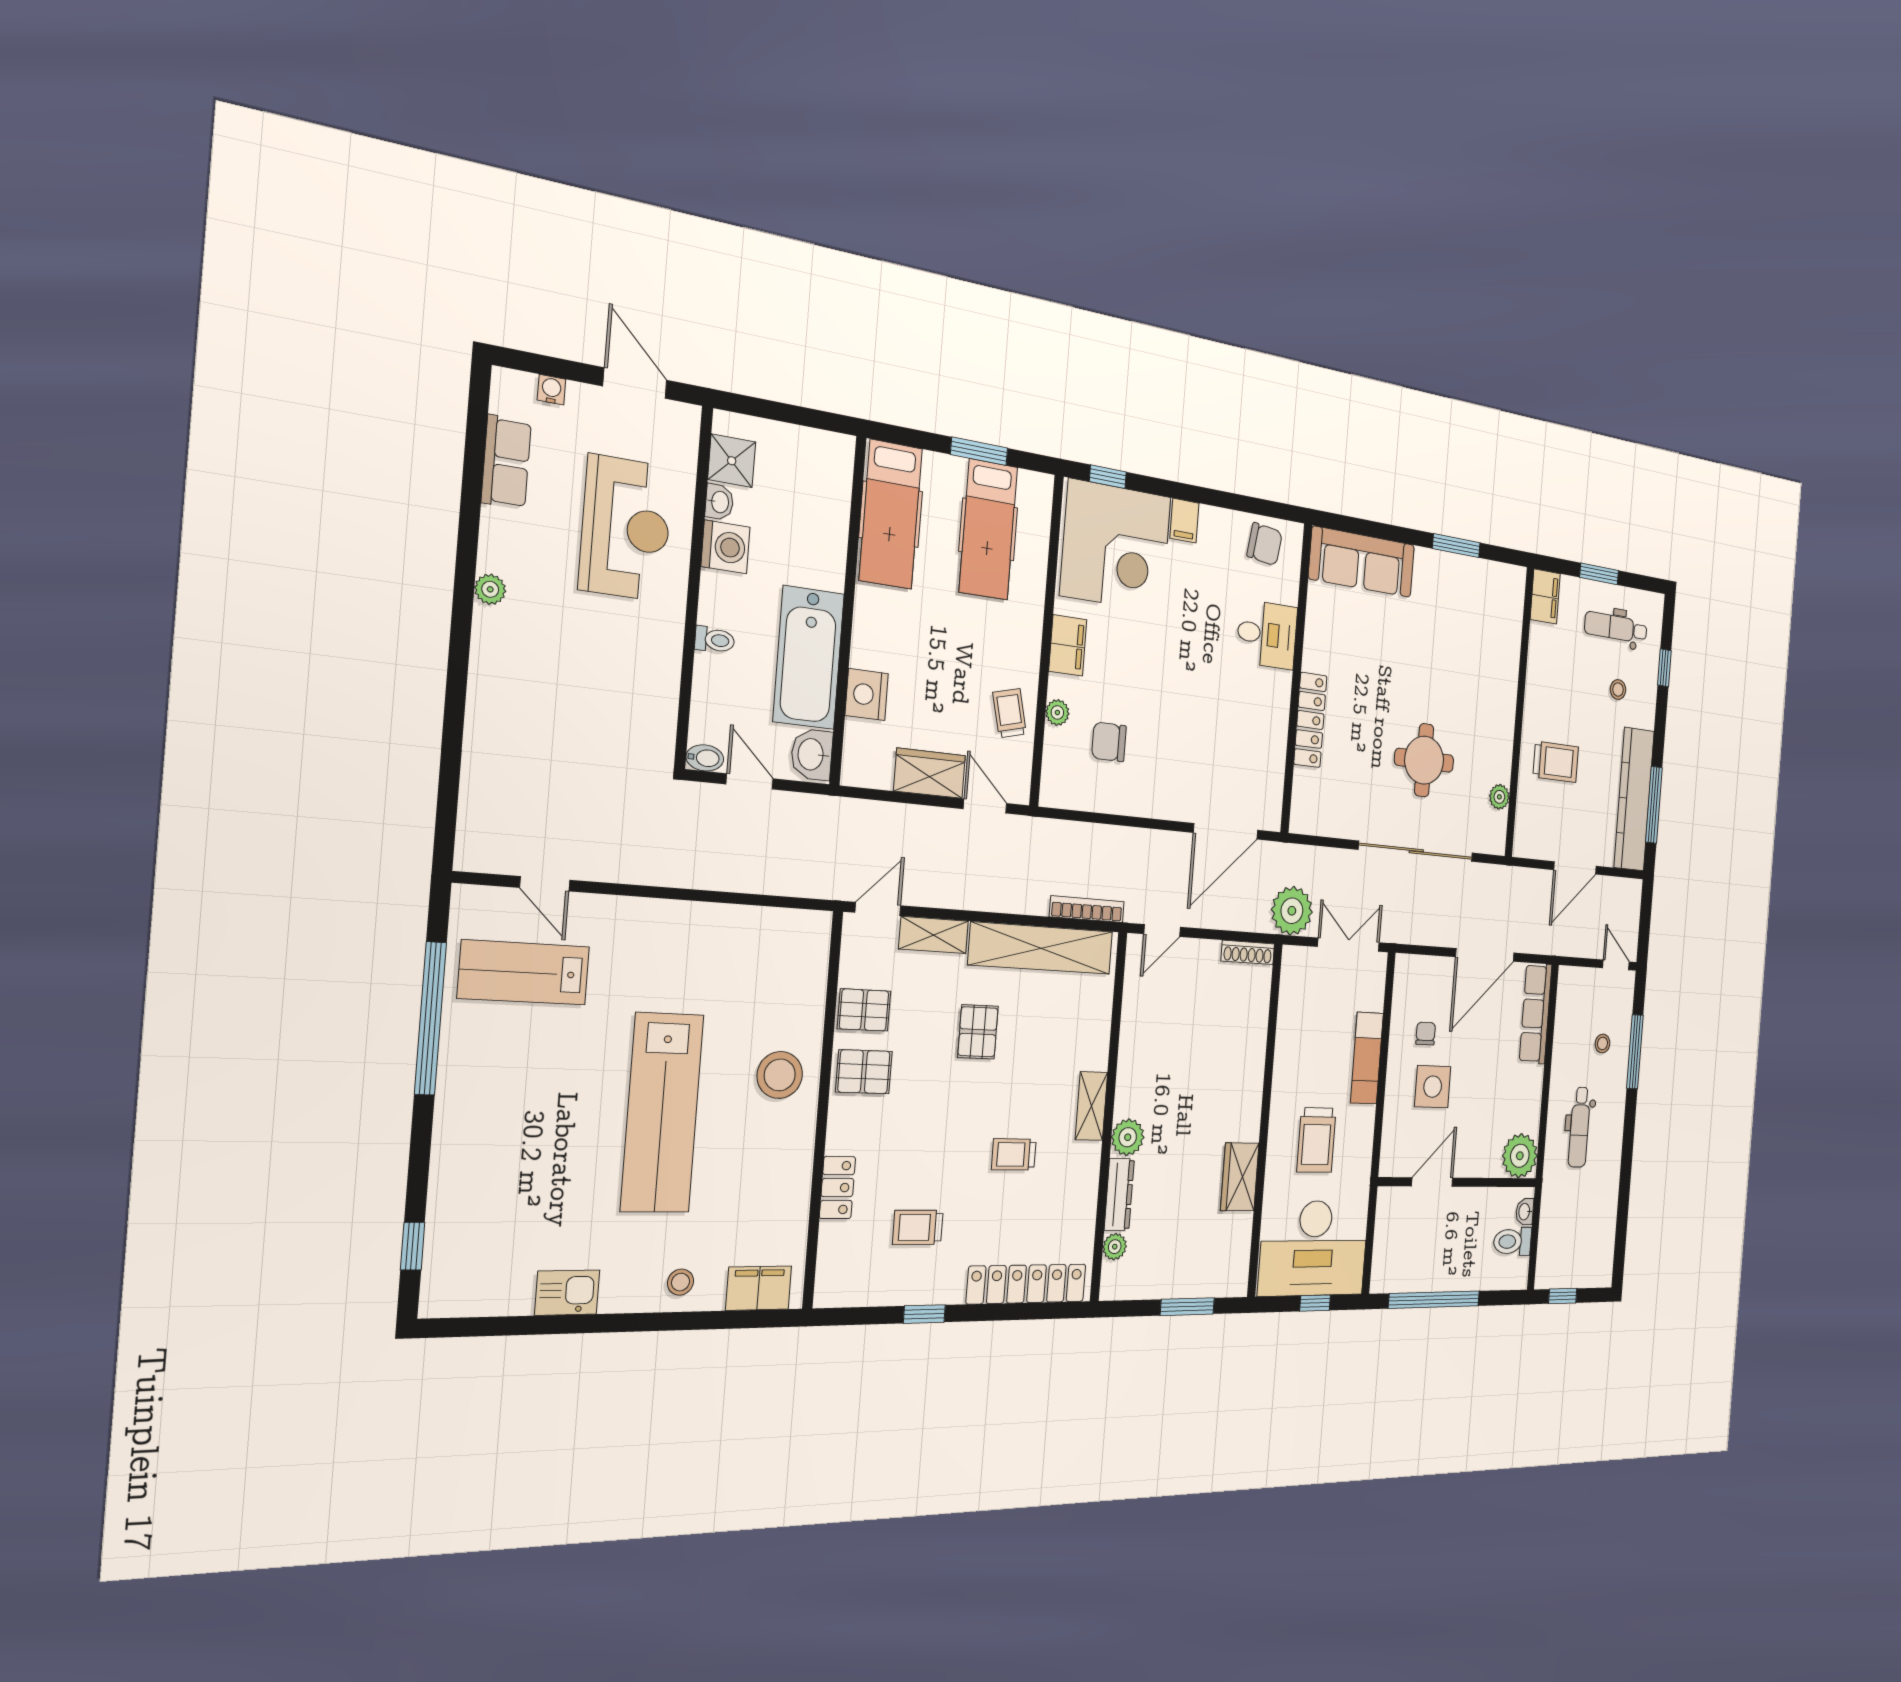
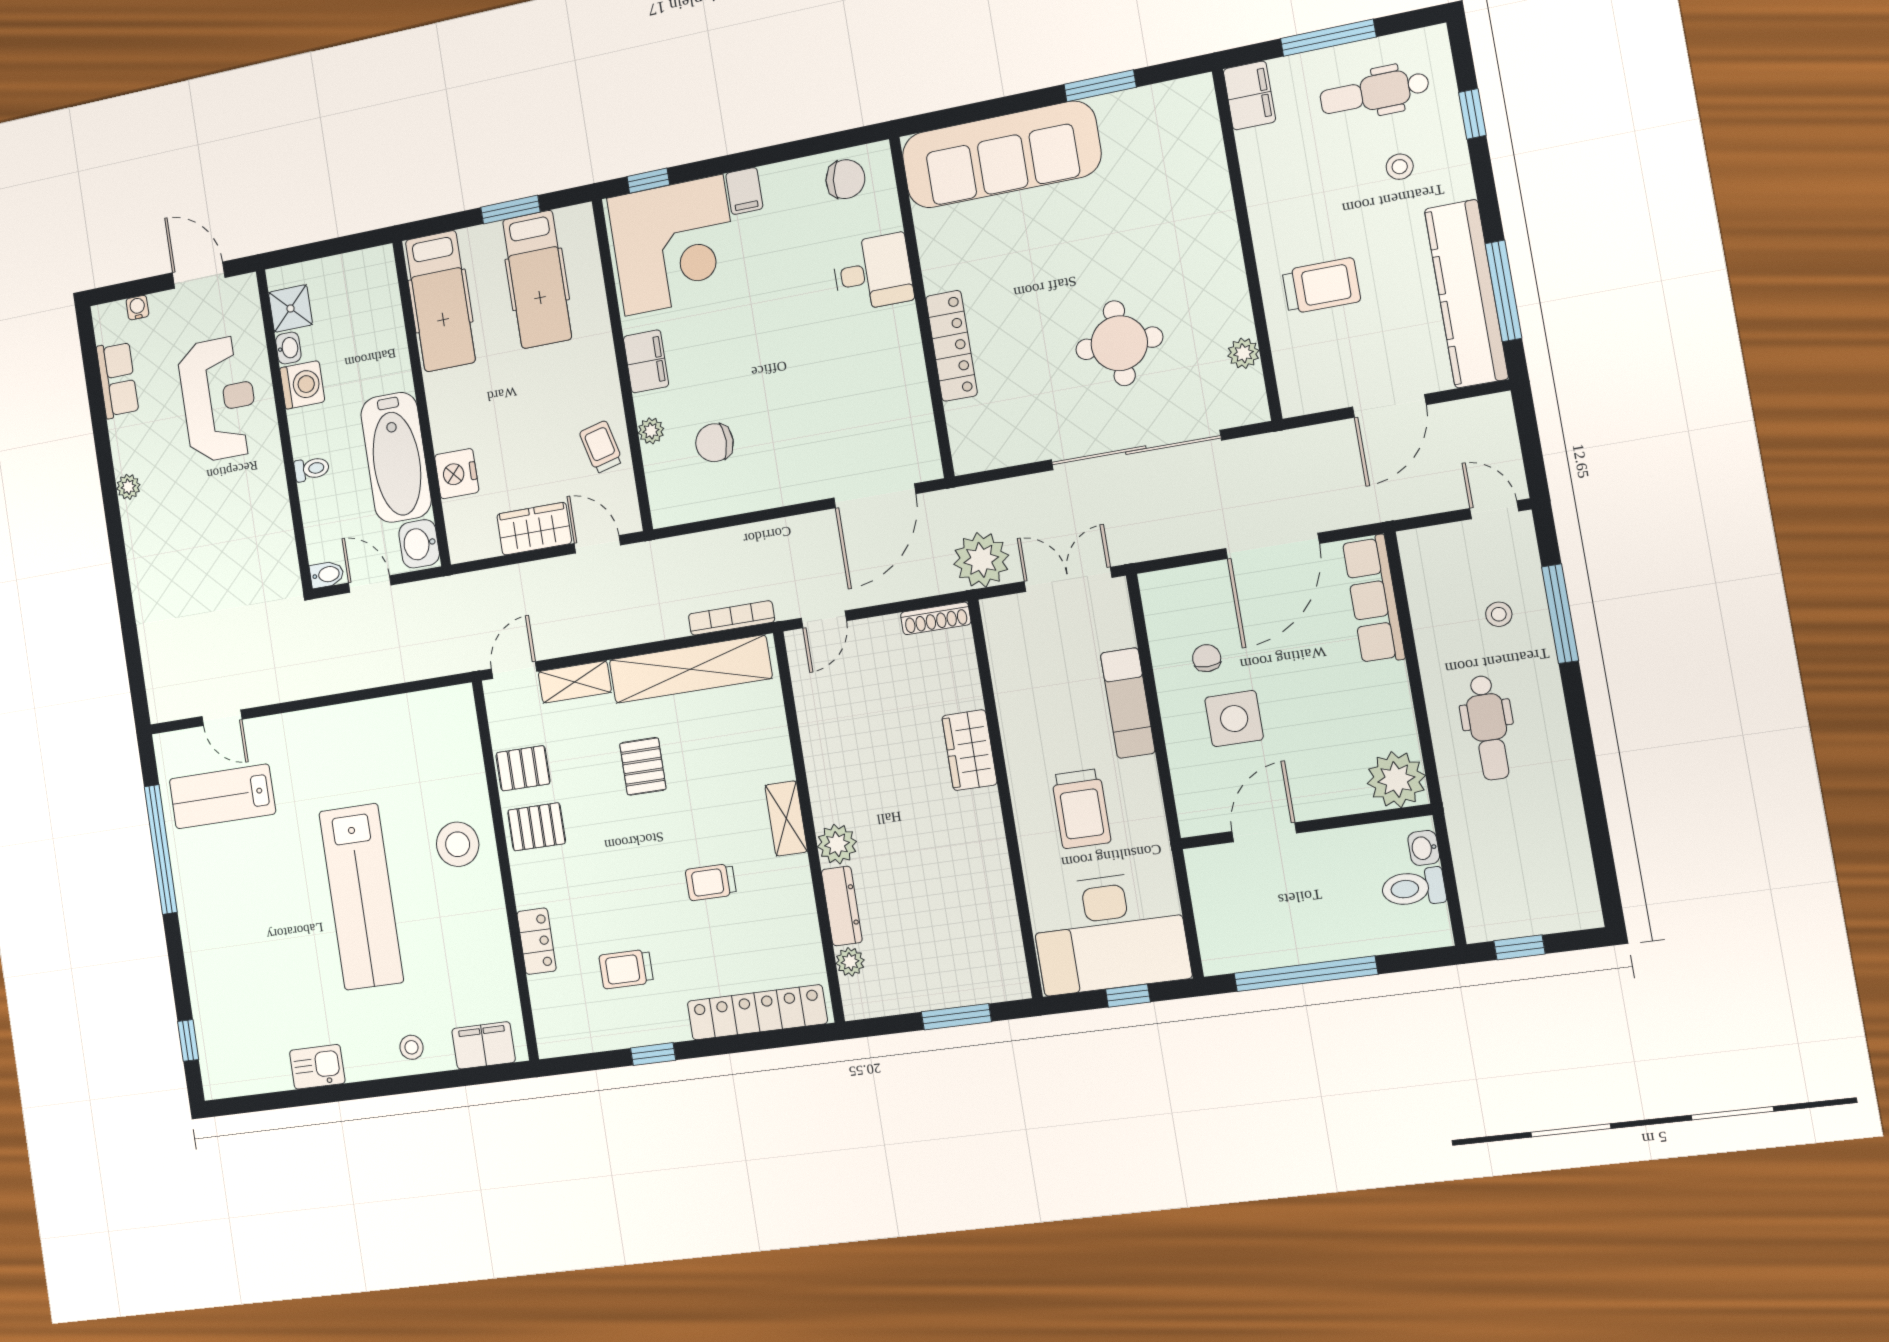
sofa: (1362, 562) -> (1001, 155), width x1.36, depth x1.27
window: (1599, 574) -> (1328, 38), width x1.44
wardrobe: (1240, 1177) -> (969, 750), moved

